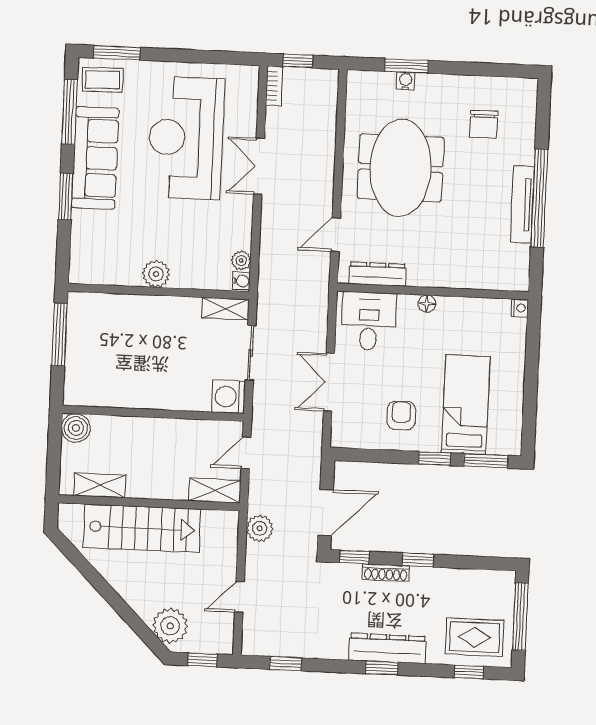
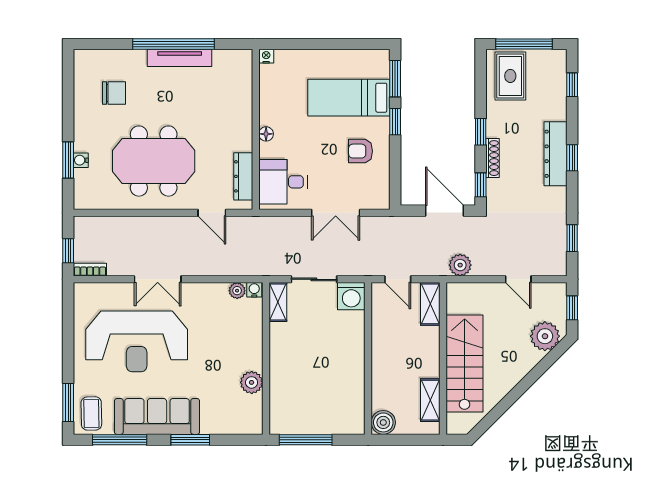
plant: (156, 274) -> (252, 382), moved
rug: (475, 637) -> (510, 76), moved

